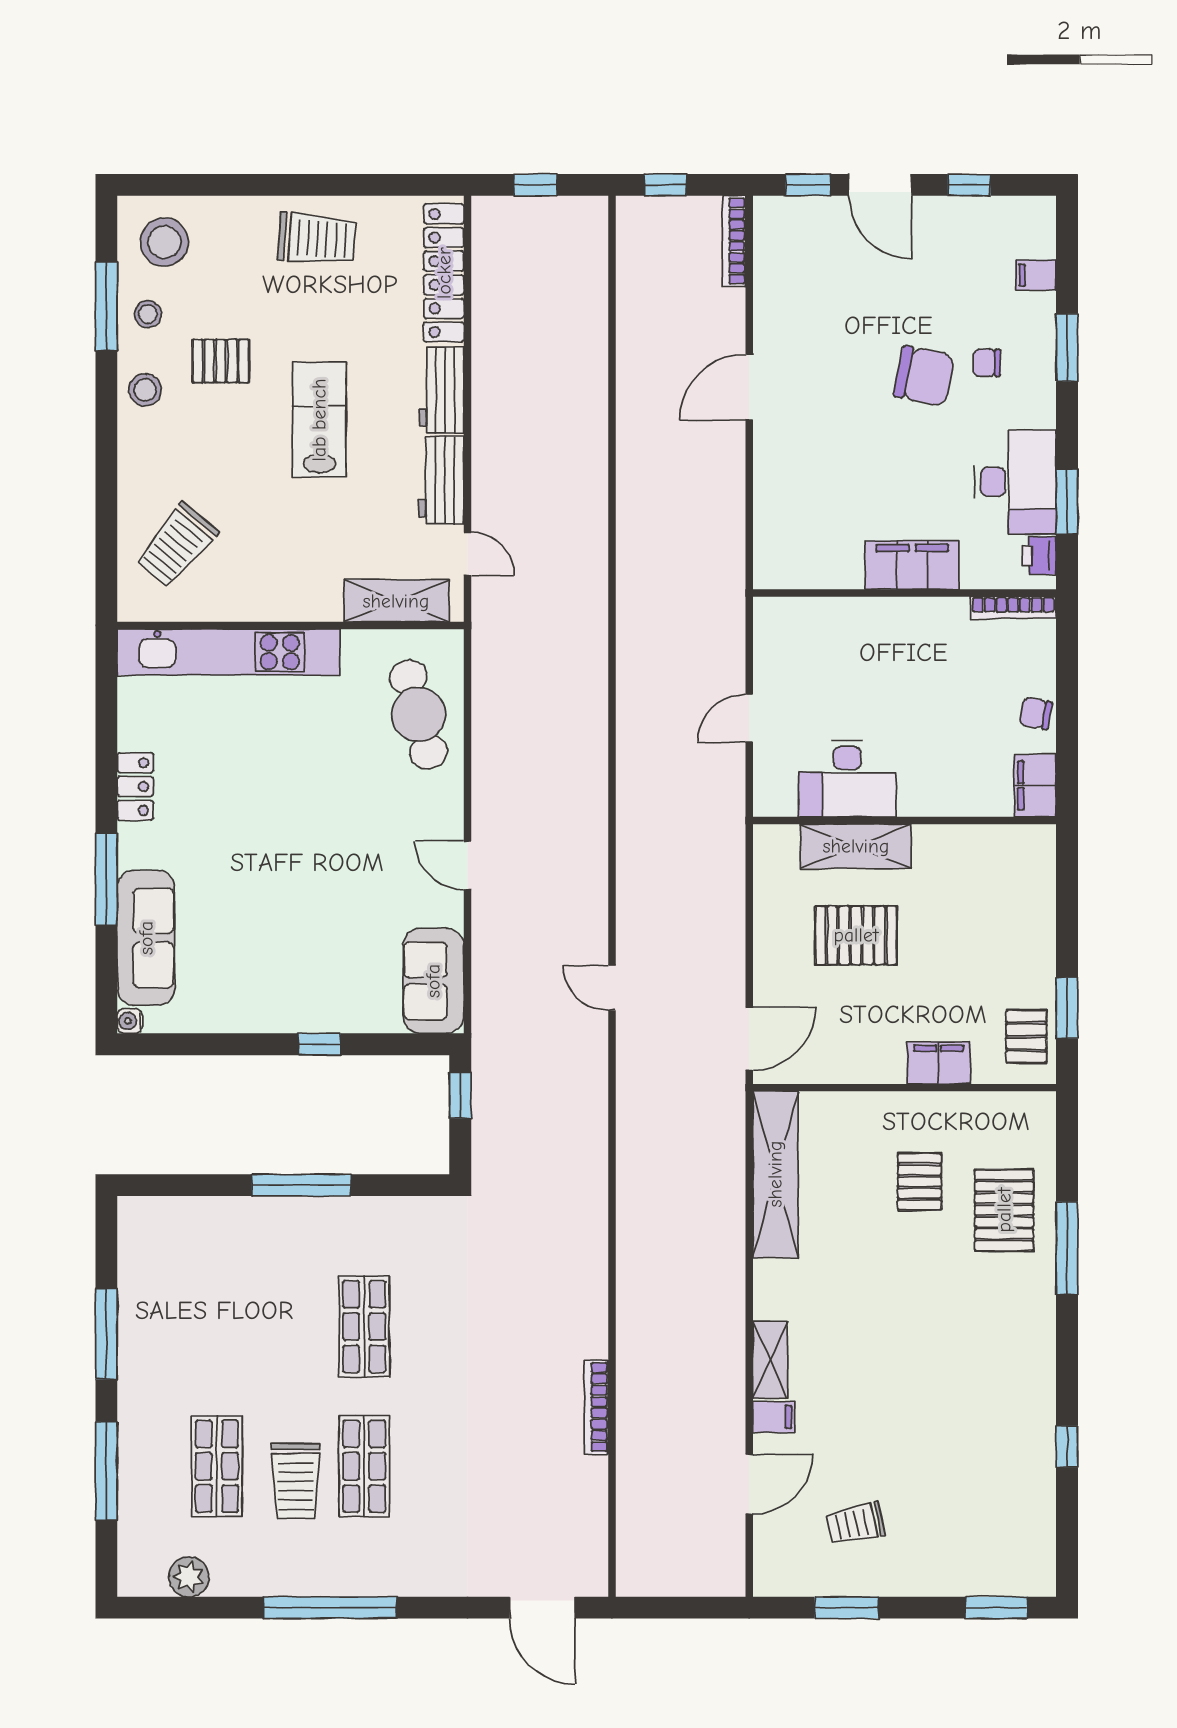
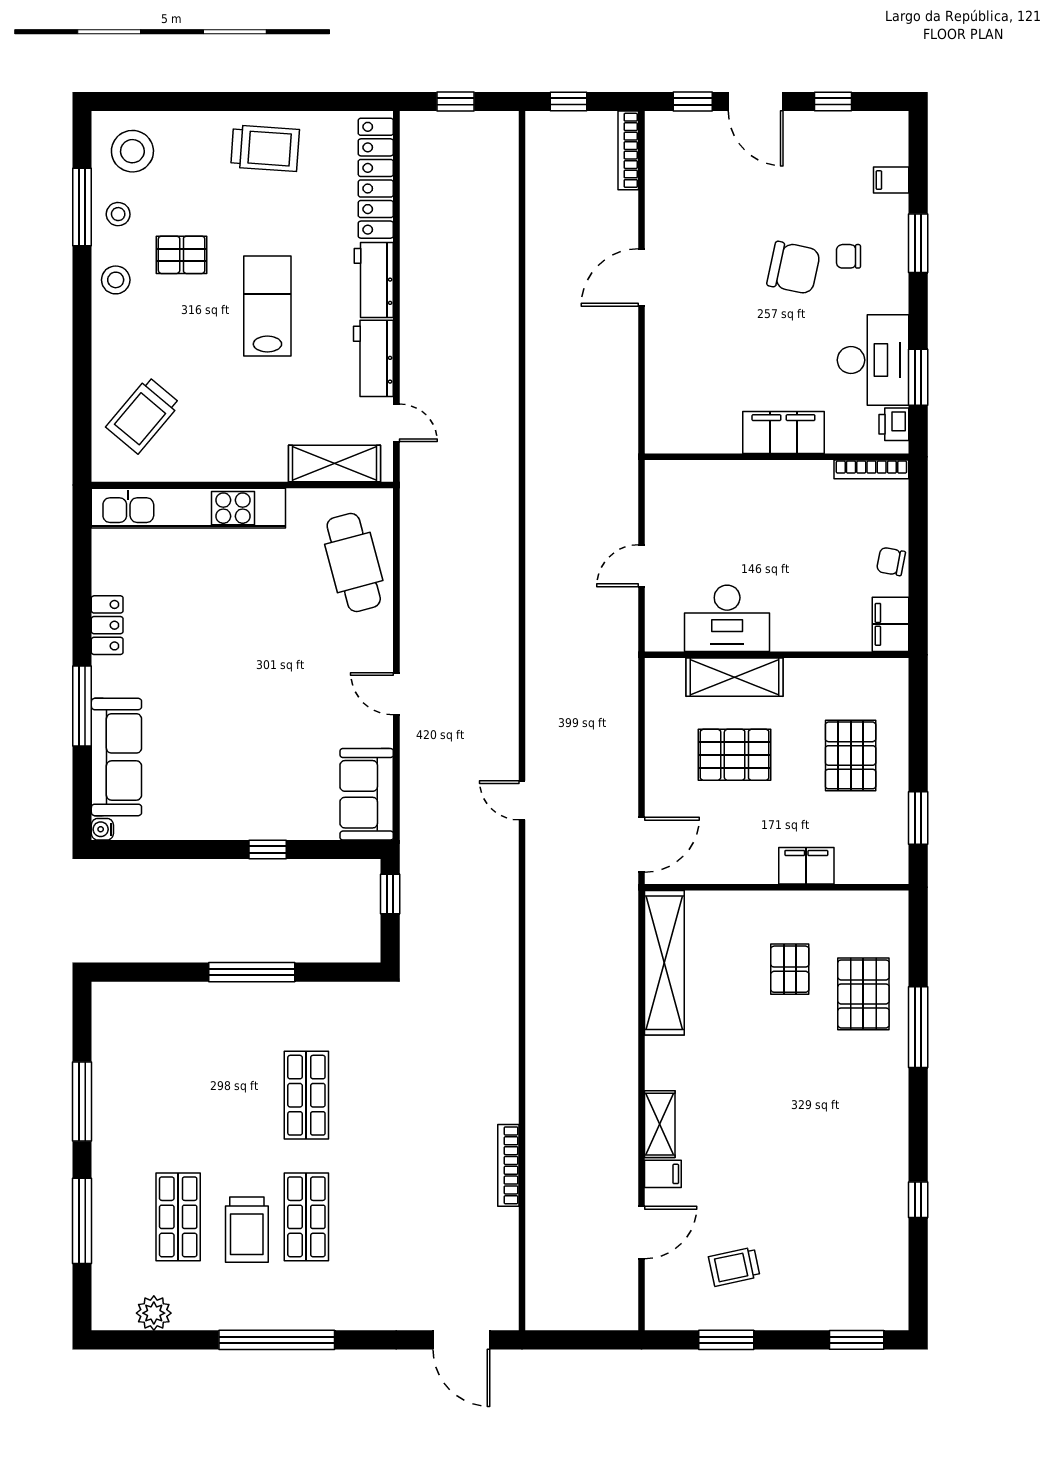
pallet: (1026, 1036) -> (851, 755), moved, width x1.50, depth x1.42

